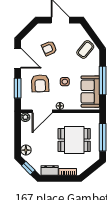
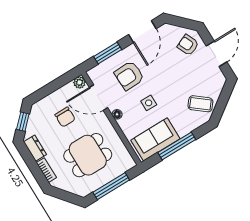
armchair: (49, 48) -> (188, 45), moved
chair: (42, 140) -> (65, 117), added
dining table: (74, 140) -> (88, 155), turned 90
floor lamp: (26, 150) -> (42, 106), removed

